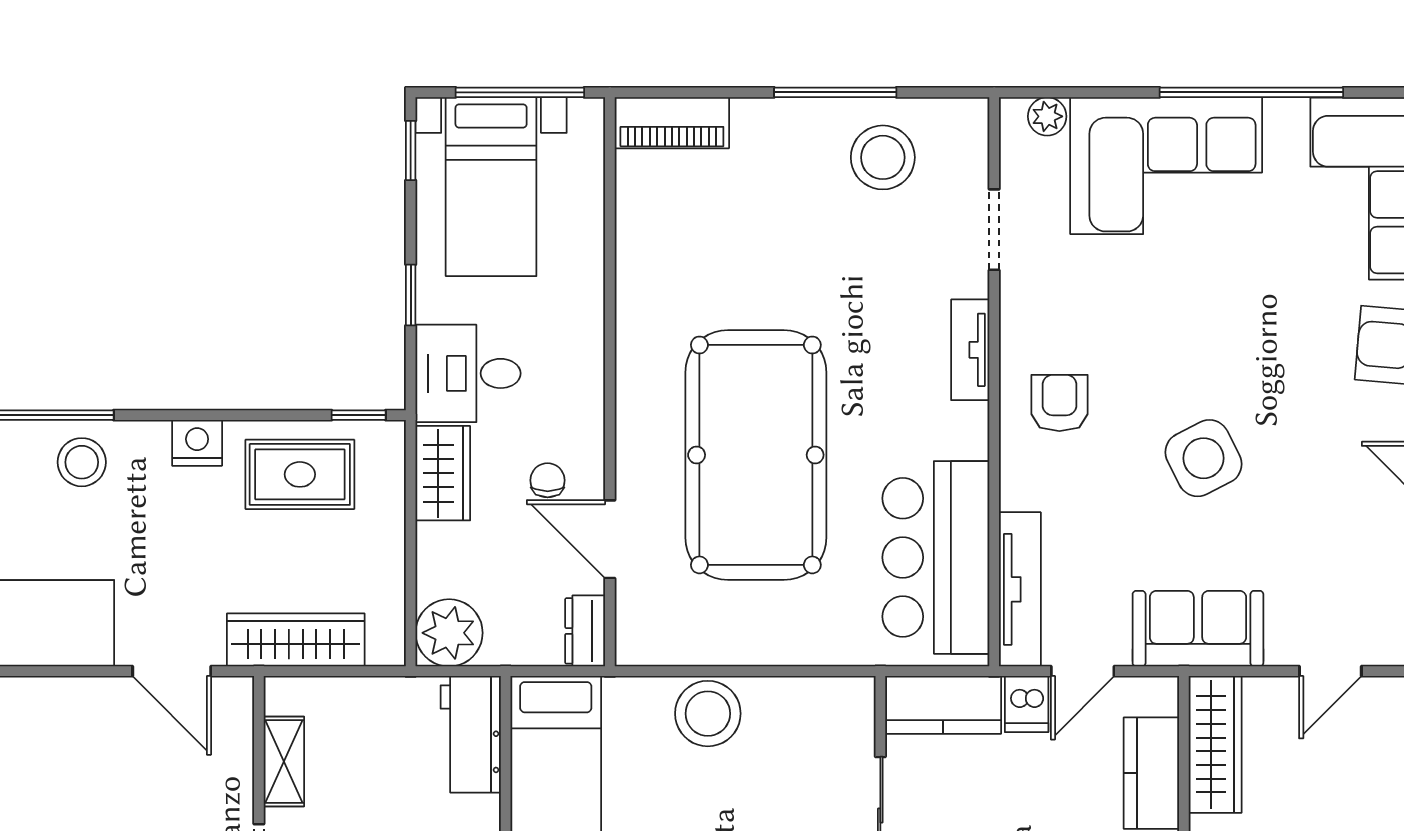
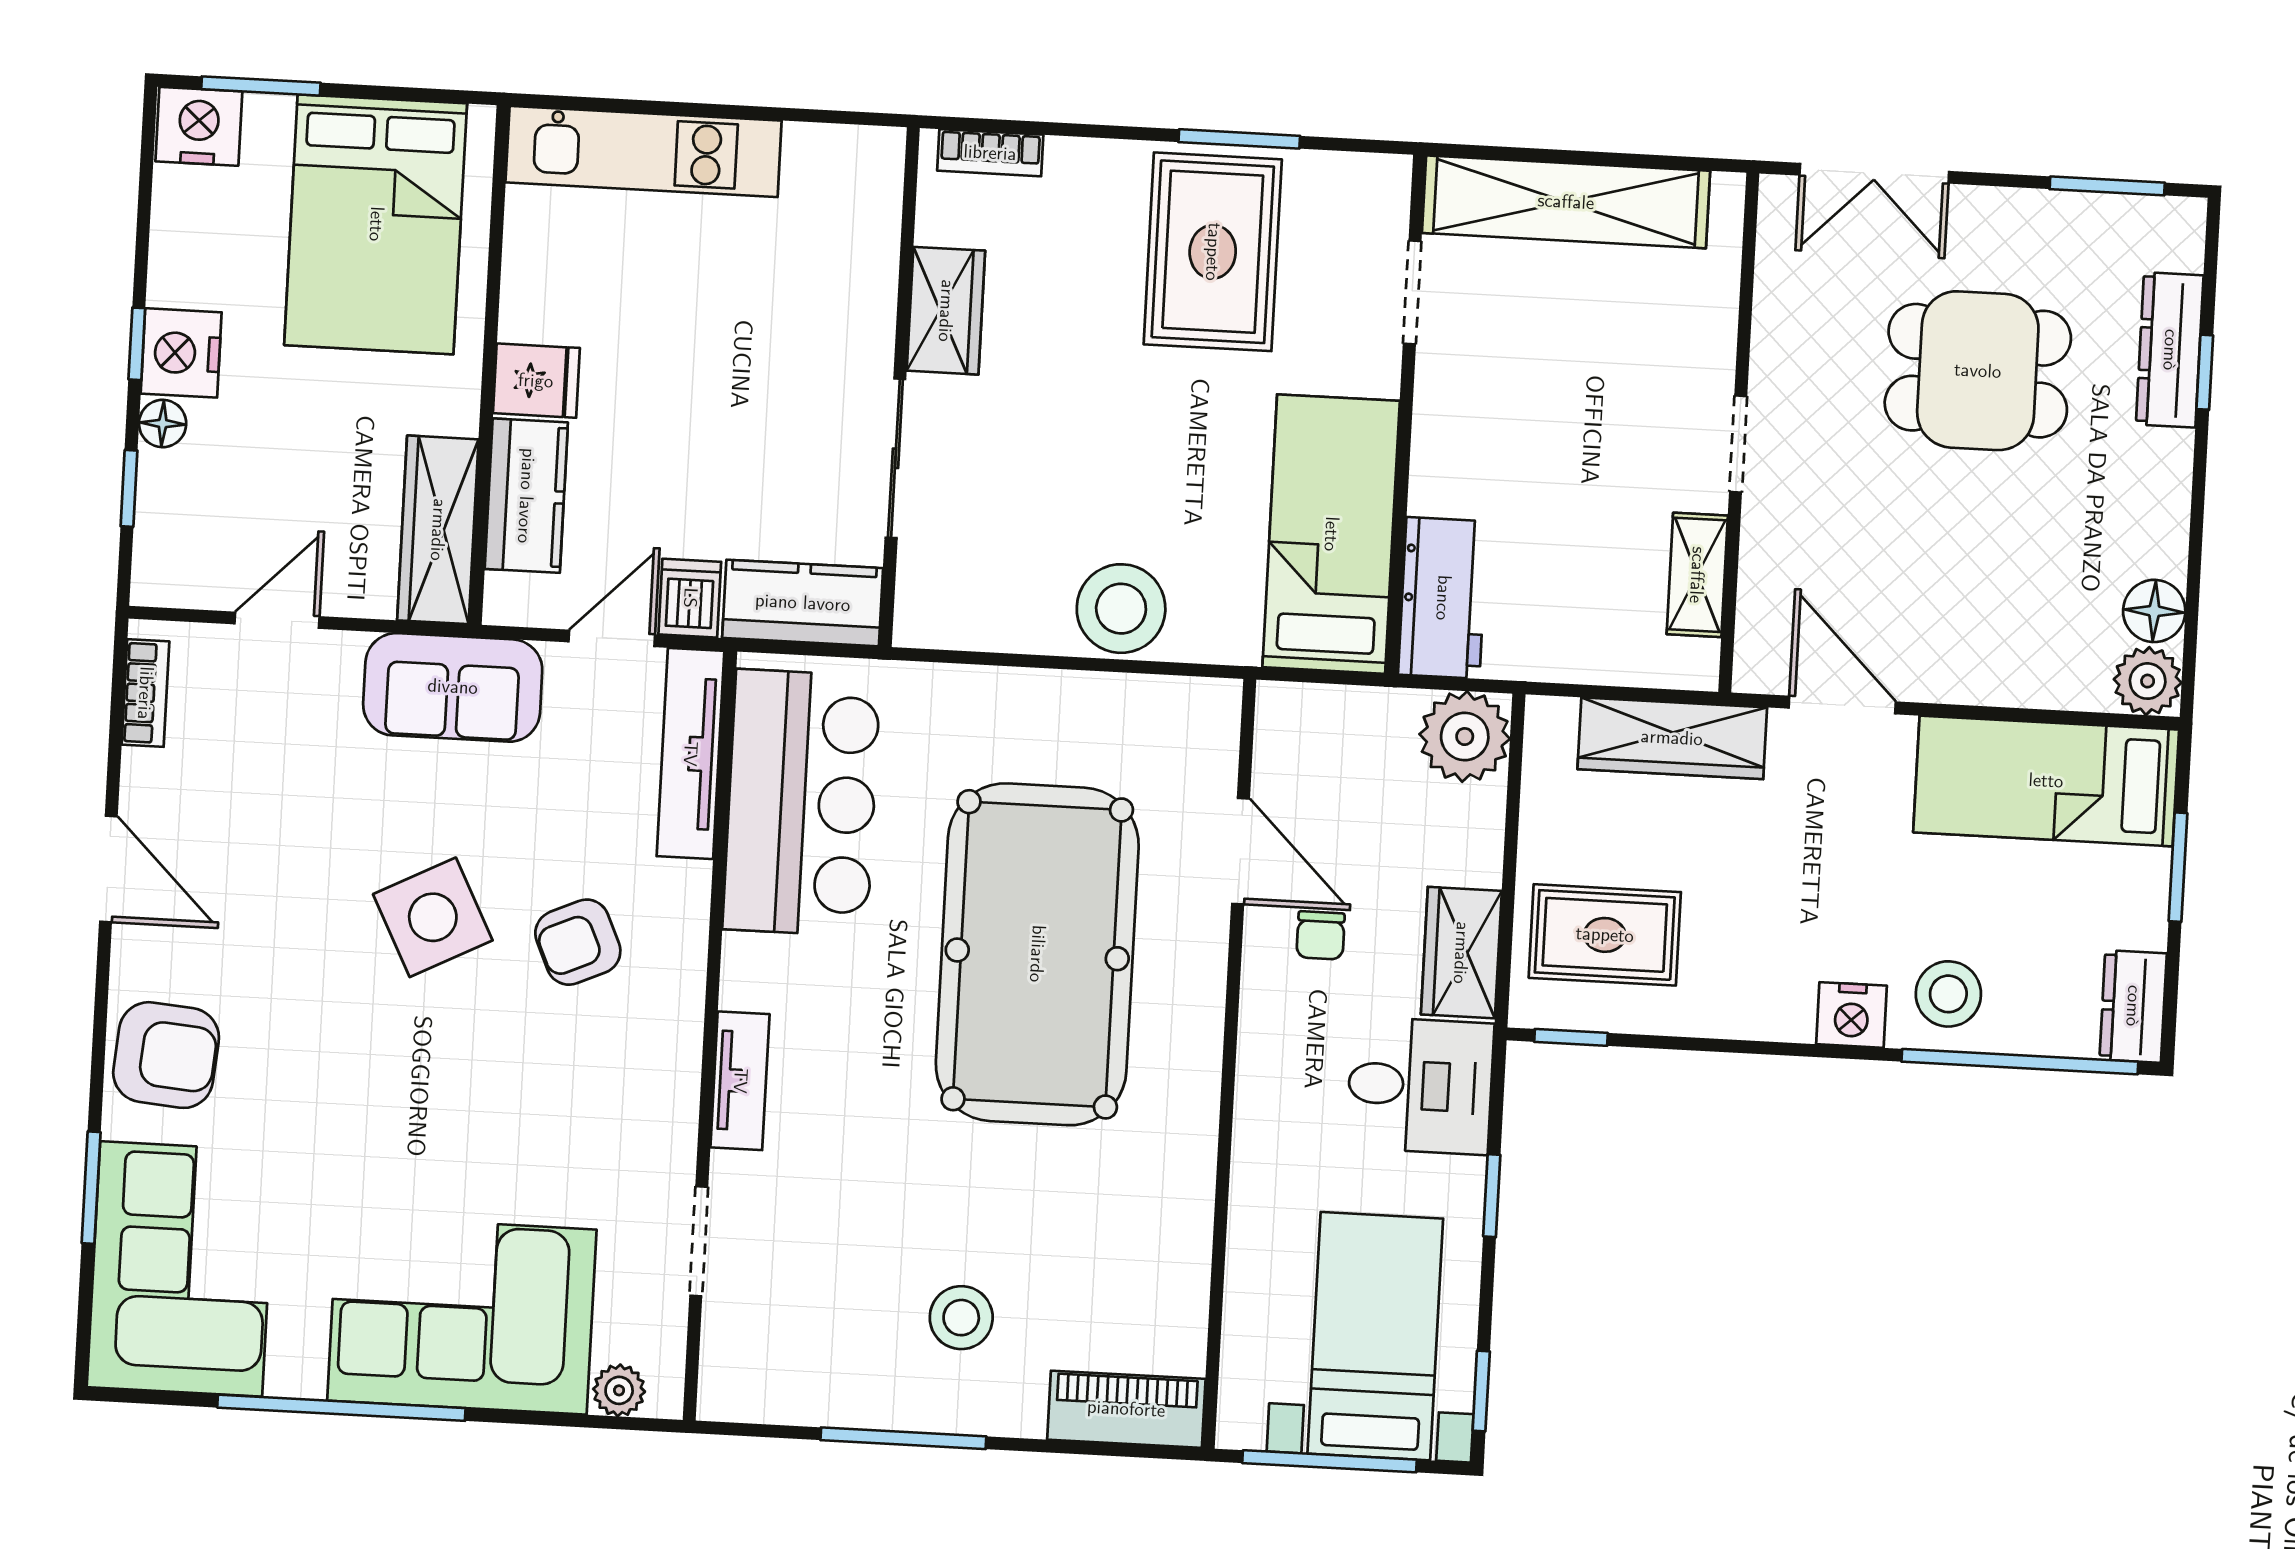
stool: (883, 157) -> (961, 1318), moved, width x0.73, depth x0.73
armchair: (1059, 403) -> (578, 942), moved, turned 66
nightstand: (197, 443) -> (1852, 1015), moved
rug: (300, 474) -> (1605, 935), moved
dresser: (585, 631) -> (1281, 729), removed

